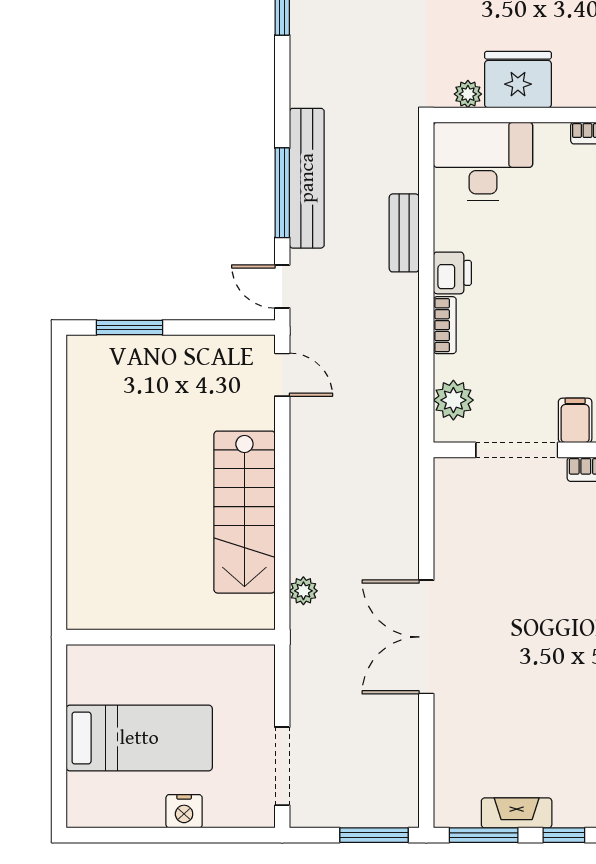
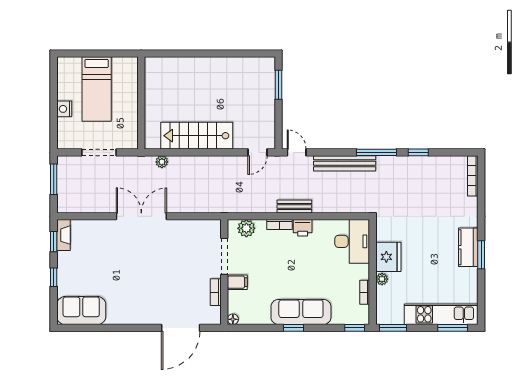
plant: (468, 94) -> (382, 279), moved
window: (282, 193) -> (377, 152), moved
bench: (404, 233) -> (294, 206), moved
door: (282, 287) -> (297, 152), hinge flipped
doorway: (282, 766) -> (99, 152), moved
fireplace: (517, 813) -> (63, 235), moved
window: (374, 835) -> (54, 179), moved
window: (484, 835) -> (54, 242), width x0.67

